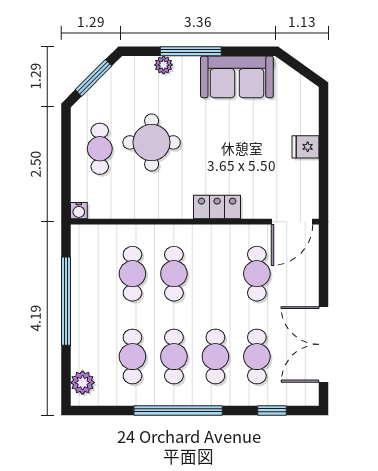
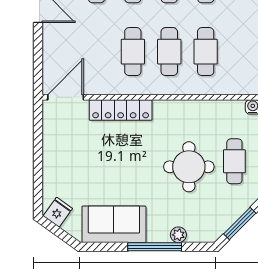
fridge: (305, 147) -> (58, 212), moved, turned -54
locker: (217, 207) -> (121, 110), width x1.53
cafe table: (257, 274) -> (133, 52), moved

